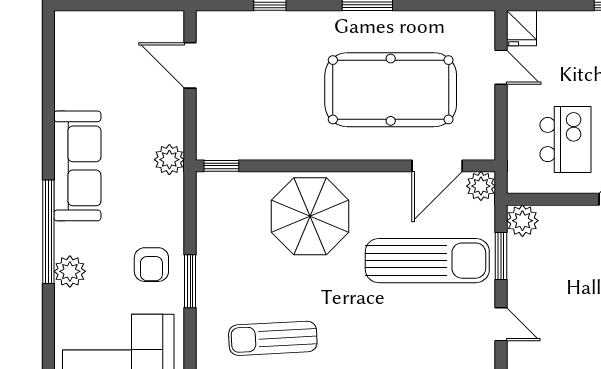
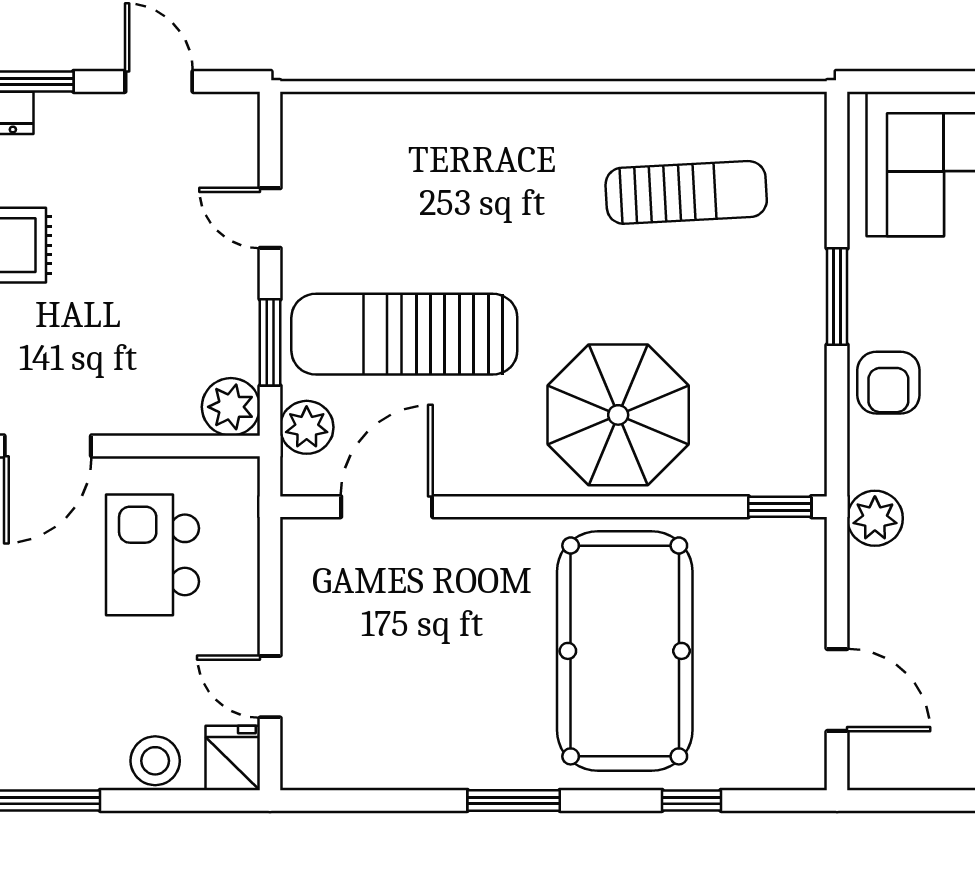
stool: (564, 27) -> (155, 761), added
pool table: (391, 90) -> (625, 651), moved, turned 90
plant: (481, 186) -> (307, 427), moved
armchair: (151, 265) -> (888, 383), moved, turned 180

